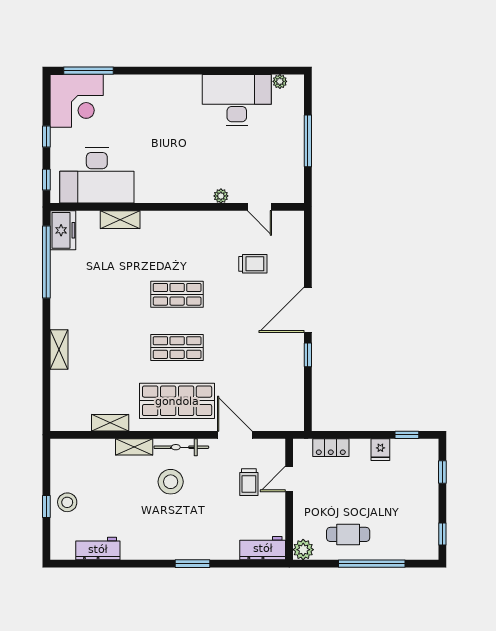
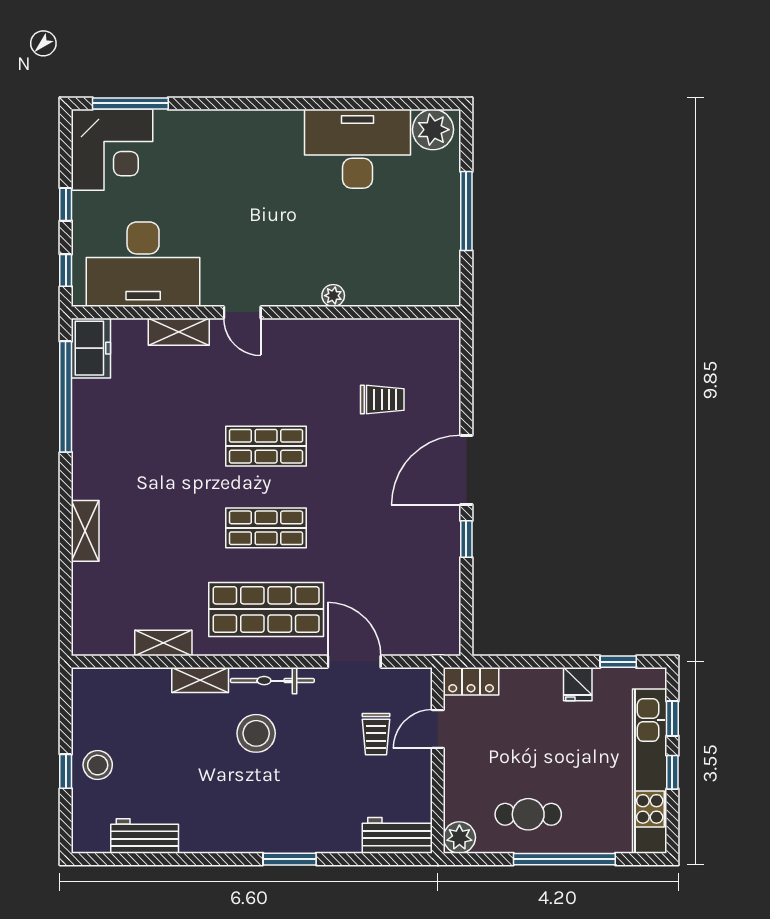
plant: (280, 81) -> (433, 130), width x1.88, depth x1.88
door: (260, 207) -> (242, 312), moved
locker: (331, 448) -> (471, 681), moved
kitchen unit: (427, 506) -> (650, 771), added
window: (442, 534) -> (672, 772), moved

